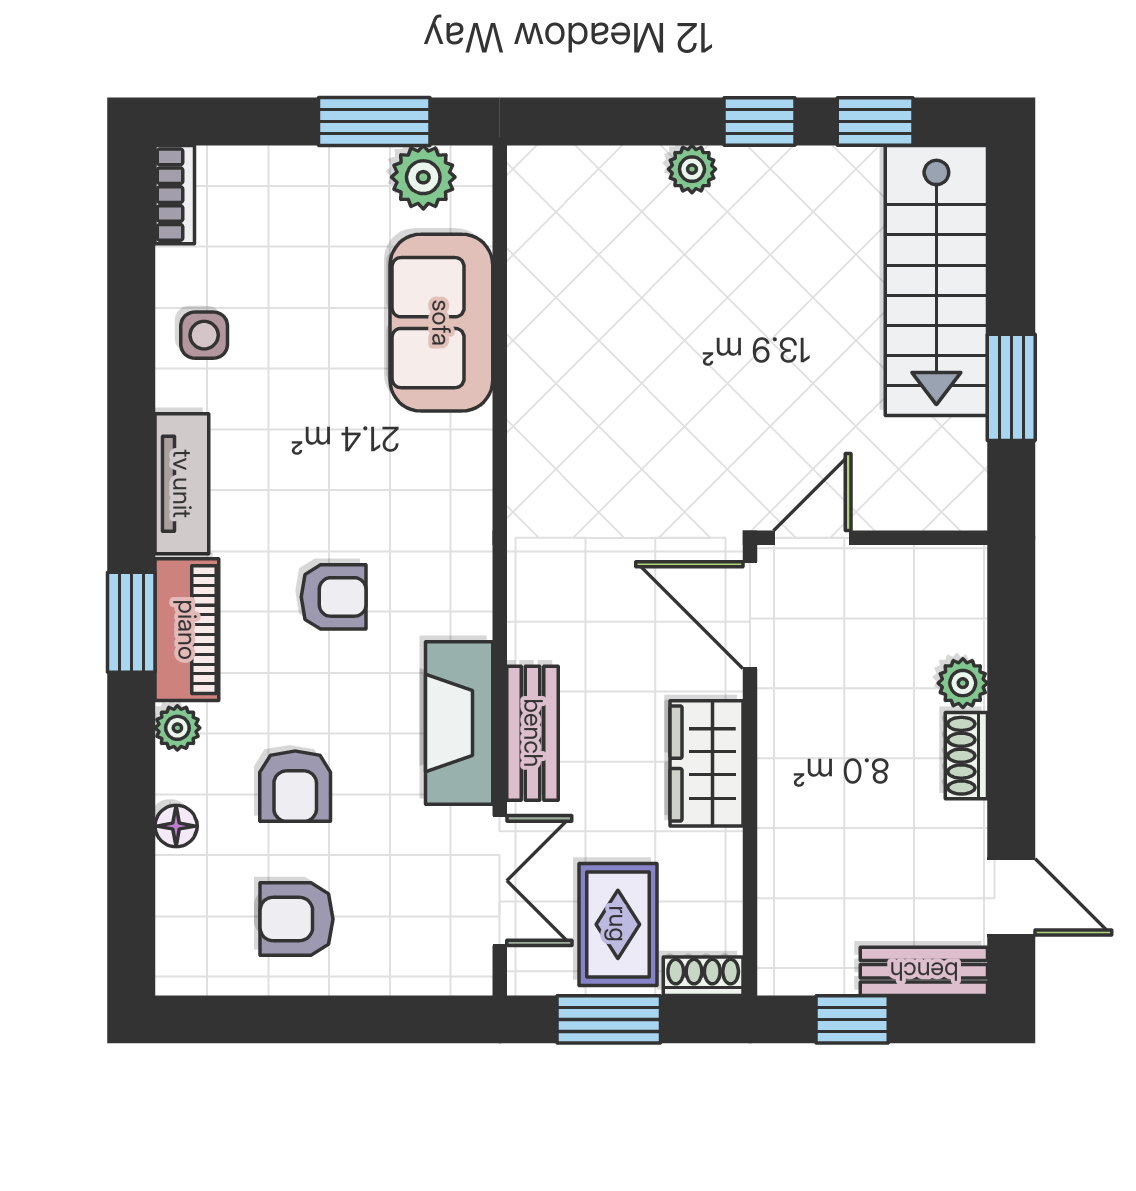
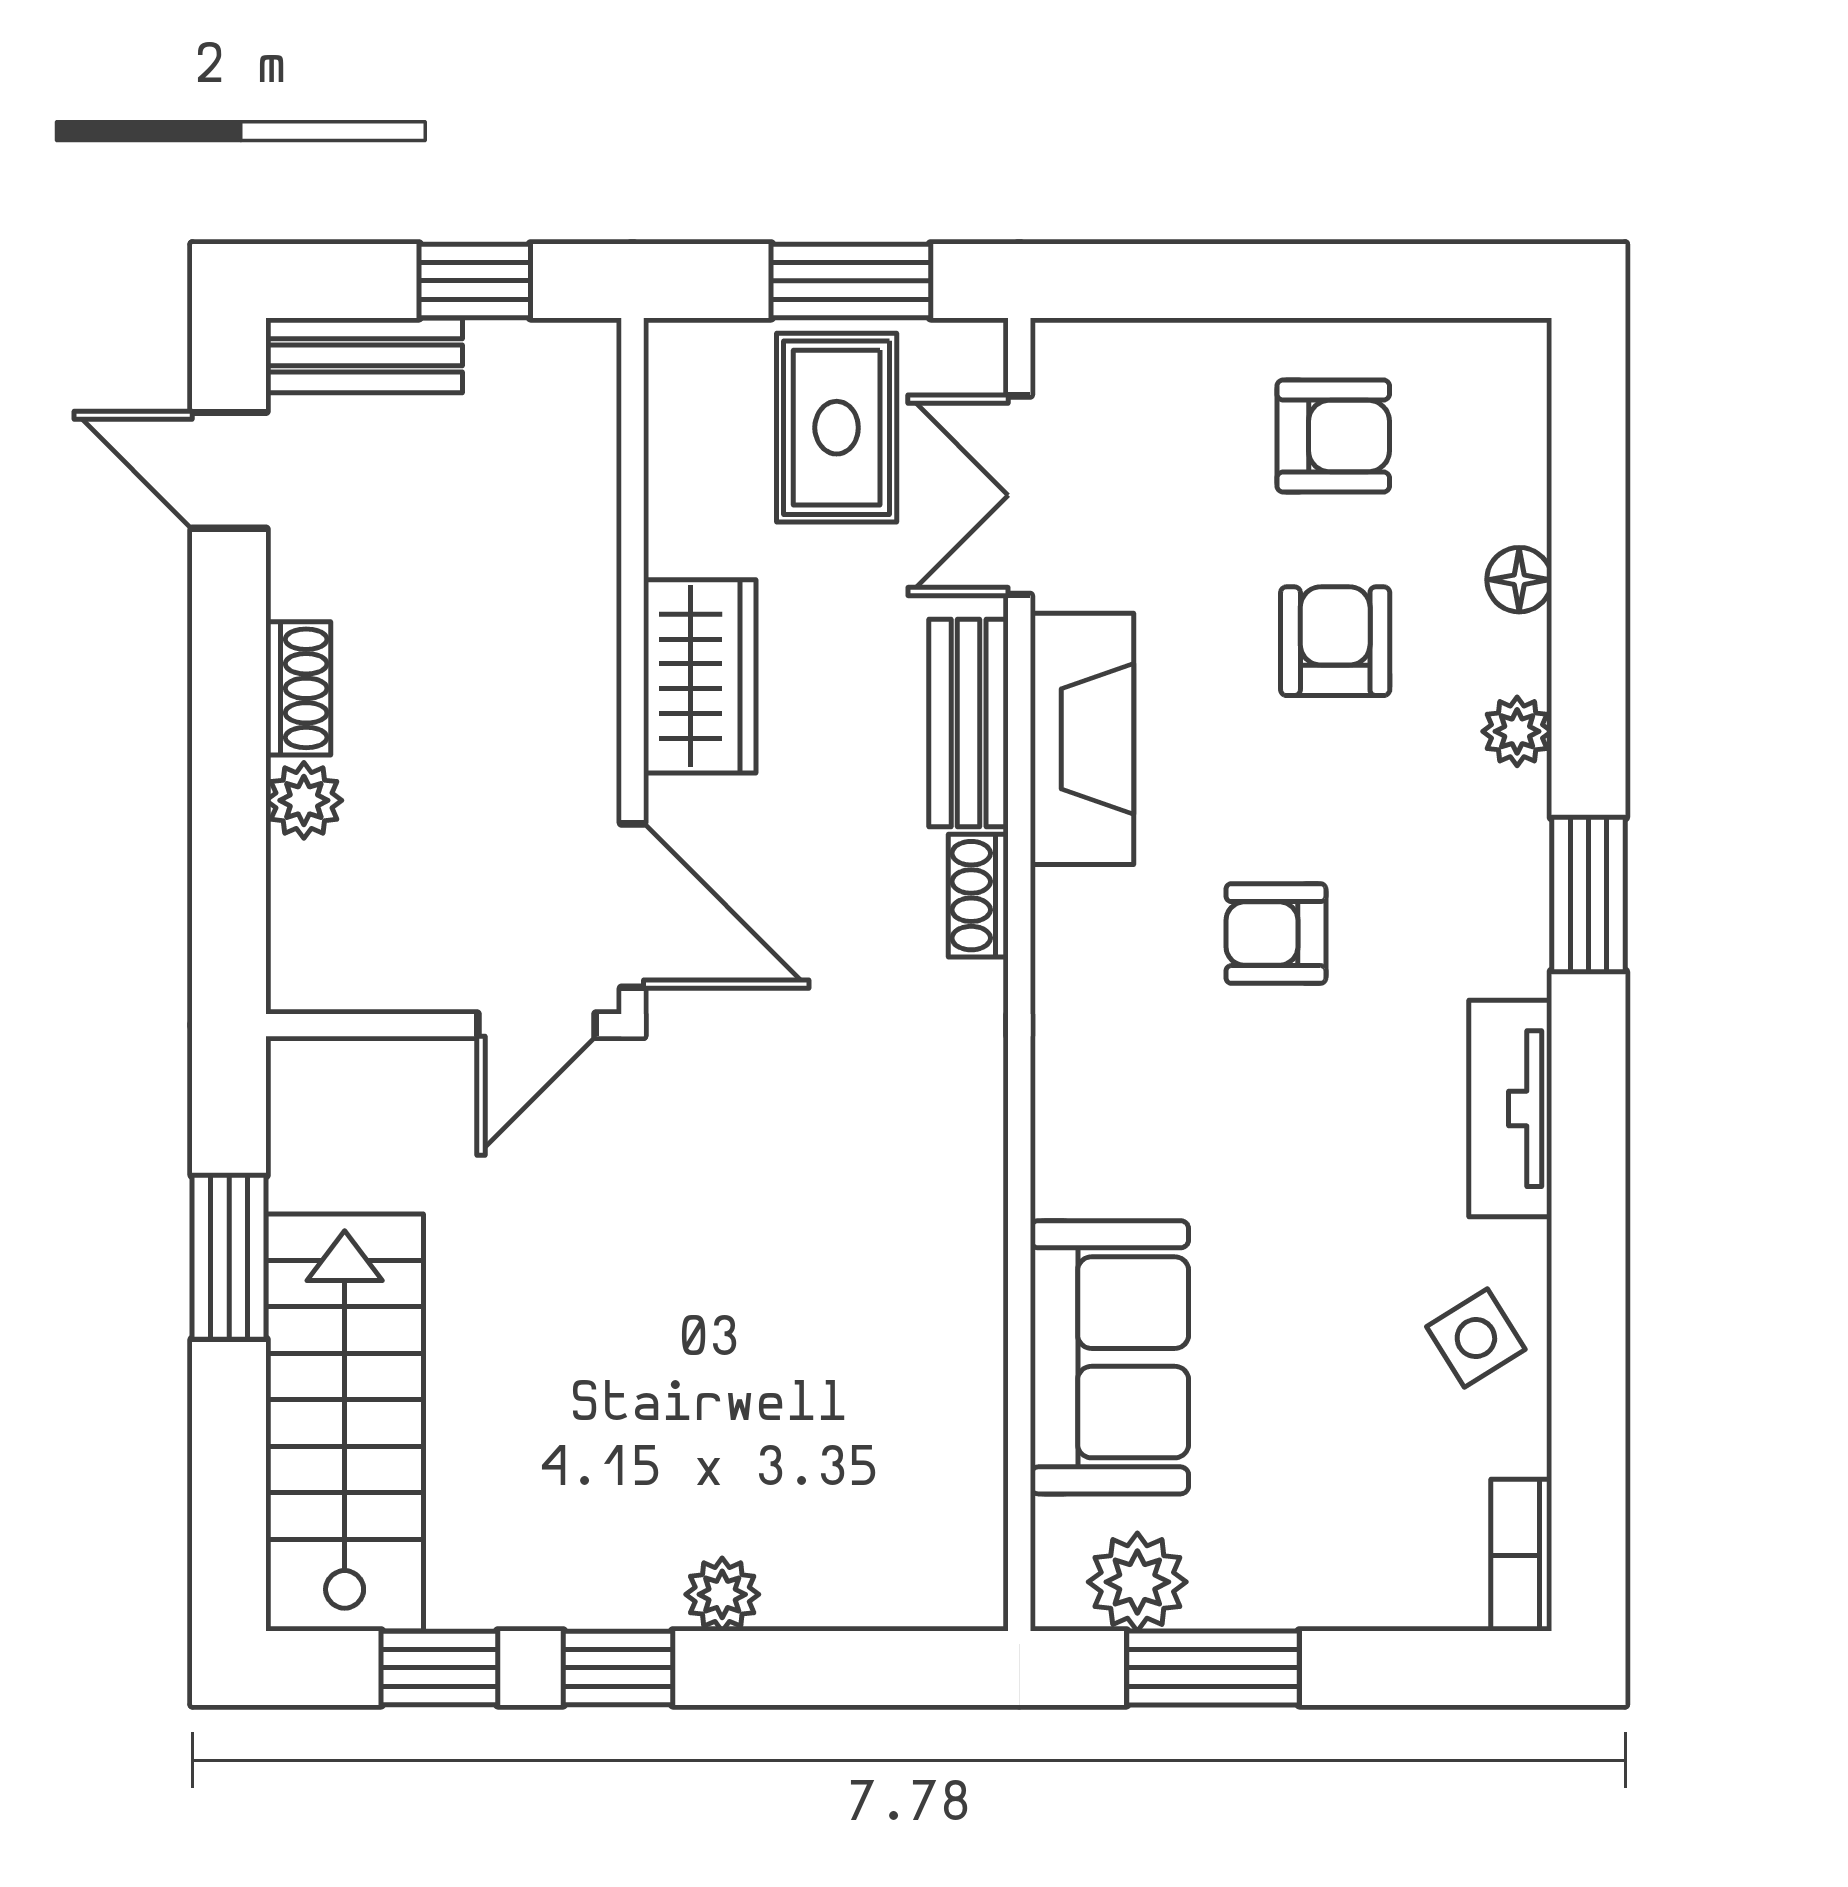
side table: (204, 335) -> (1476, 1338), turned -32
piano: (187, 630) -> (1502, 883), removed
shoe rack: (703, 976) -> (978, 896), moved, turned 90

